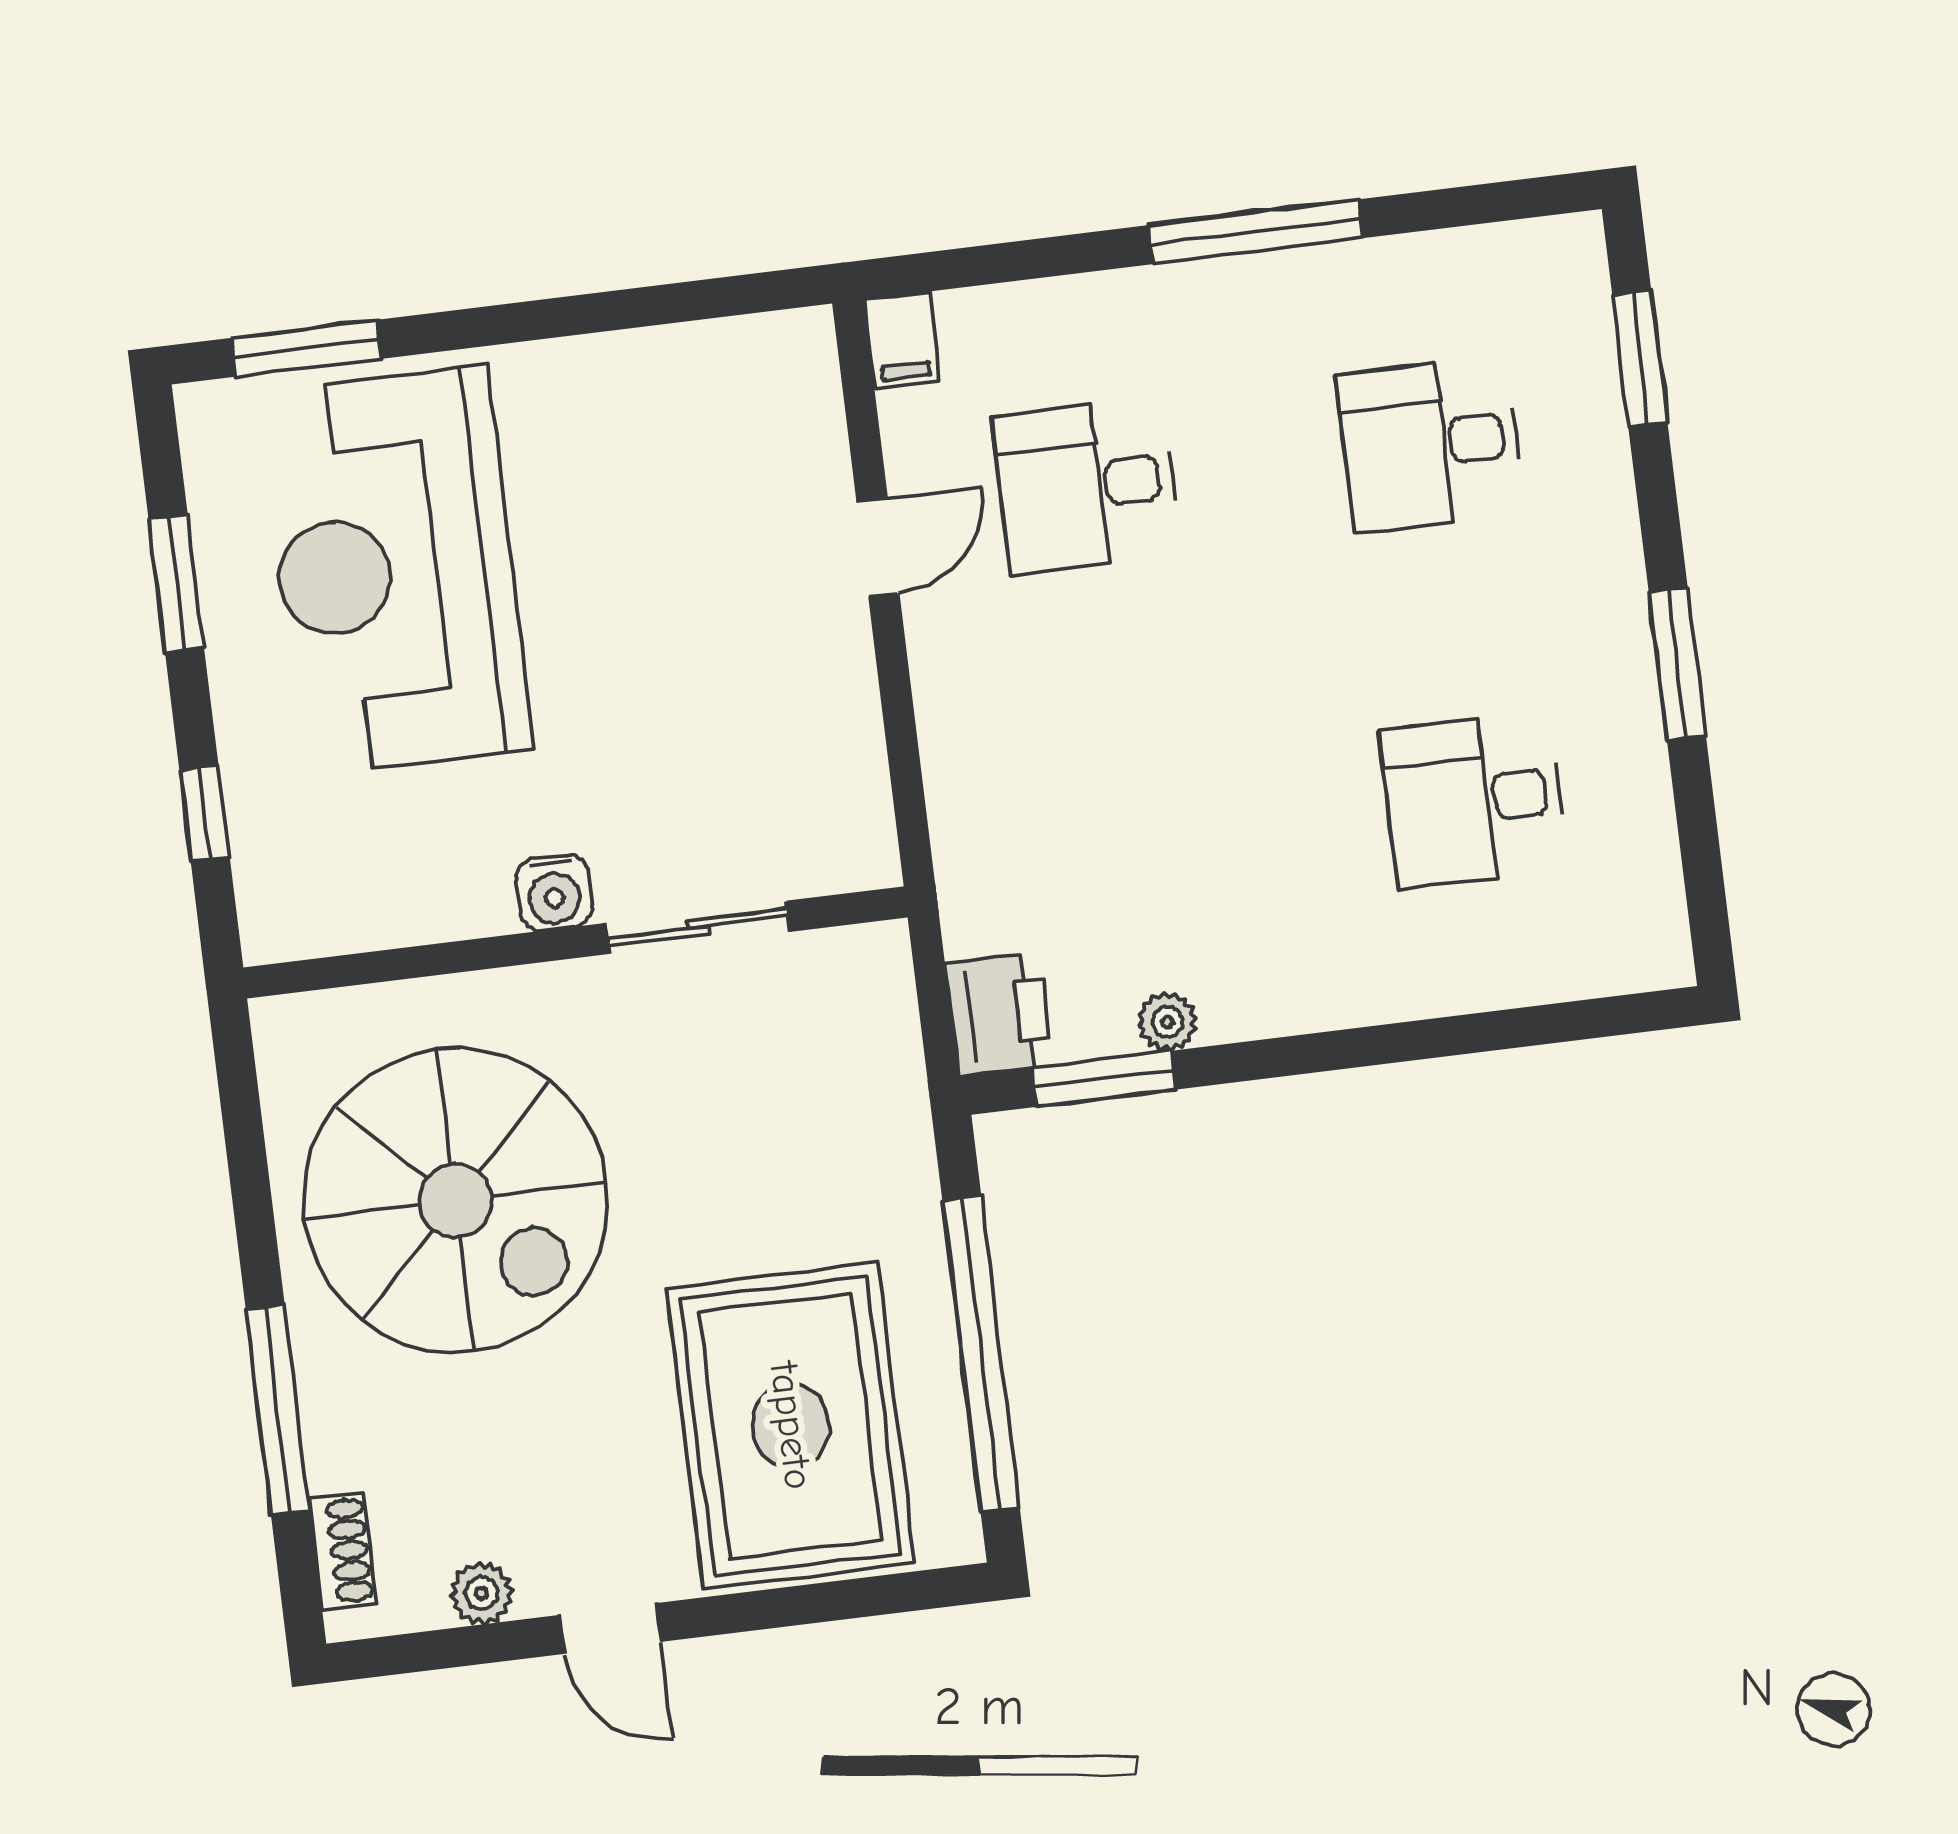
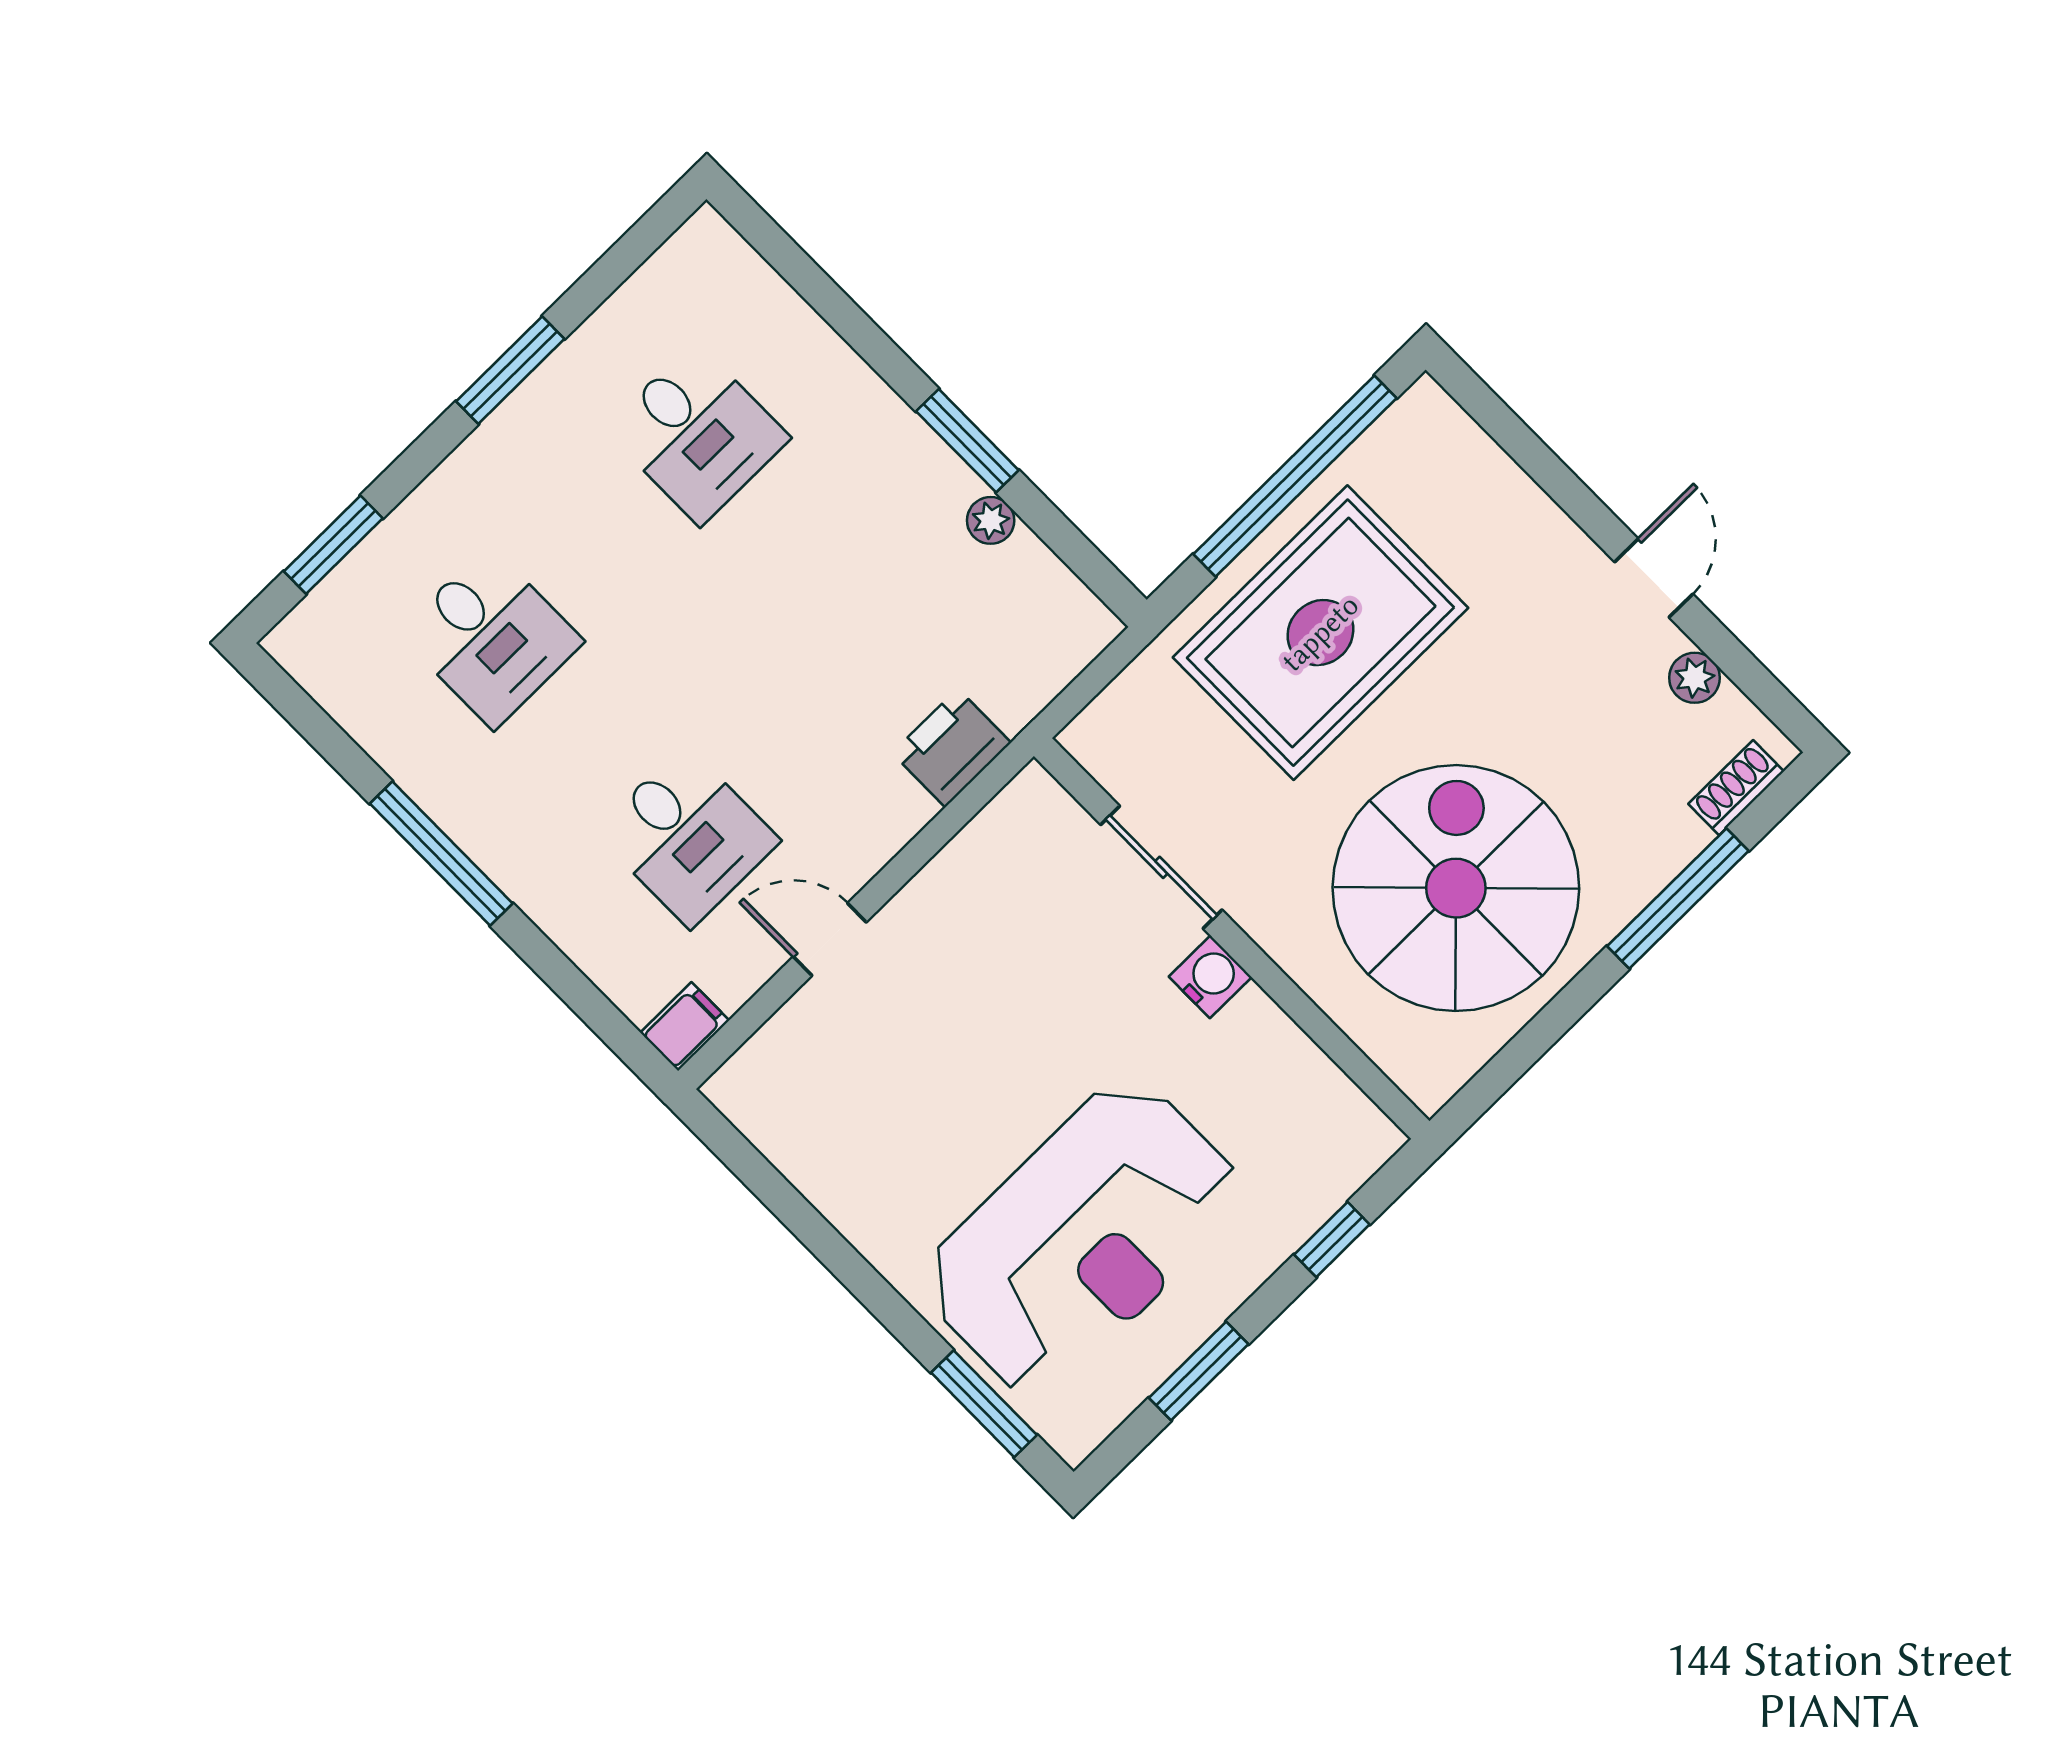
printer: (999, 1014) -> (951, 748), moved
window: (1103, 1079) -> (967, 441), moved
rug: (791, 1426) -> (1320, 633), moved

